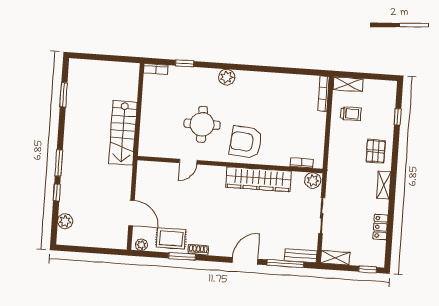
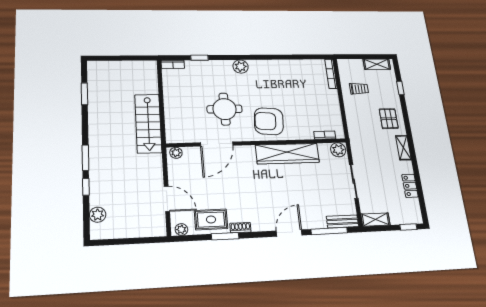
shelving: (348, 84) -> (377, 64), moved
door: (188, 162) -> (217, 144), width x1.87
plant: (146, 167) -> (176, 153), added

